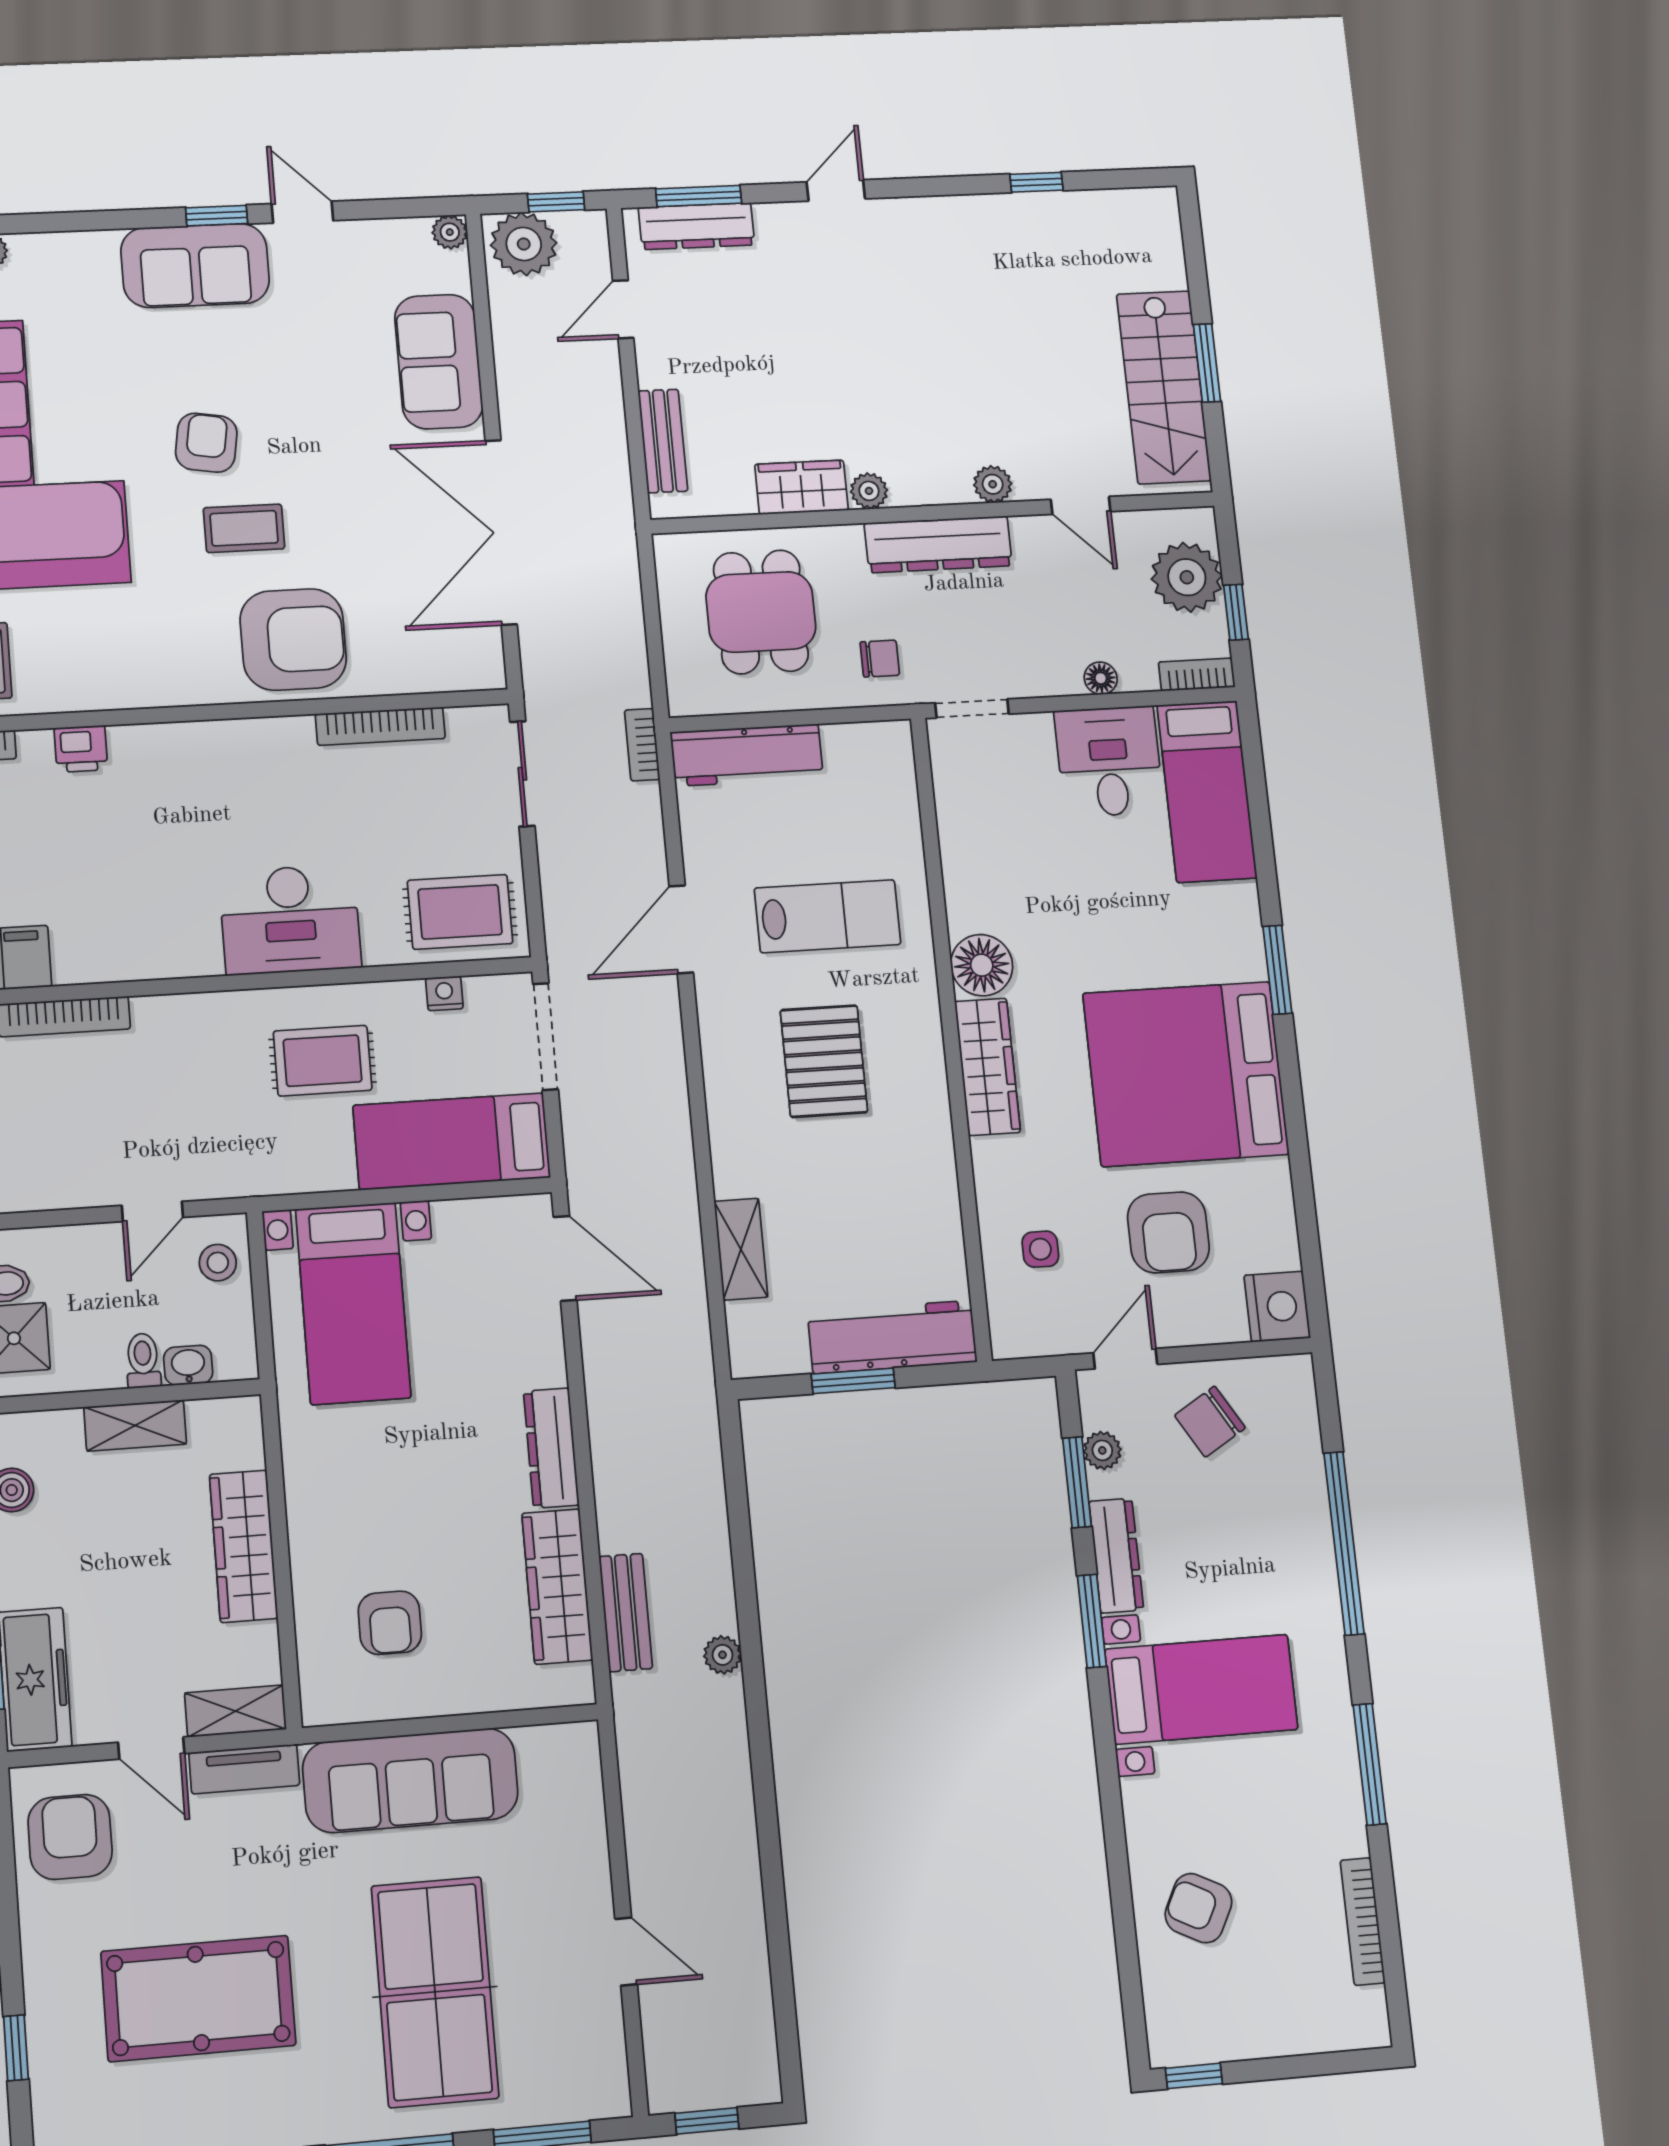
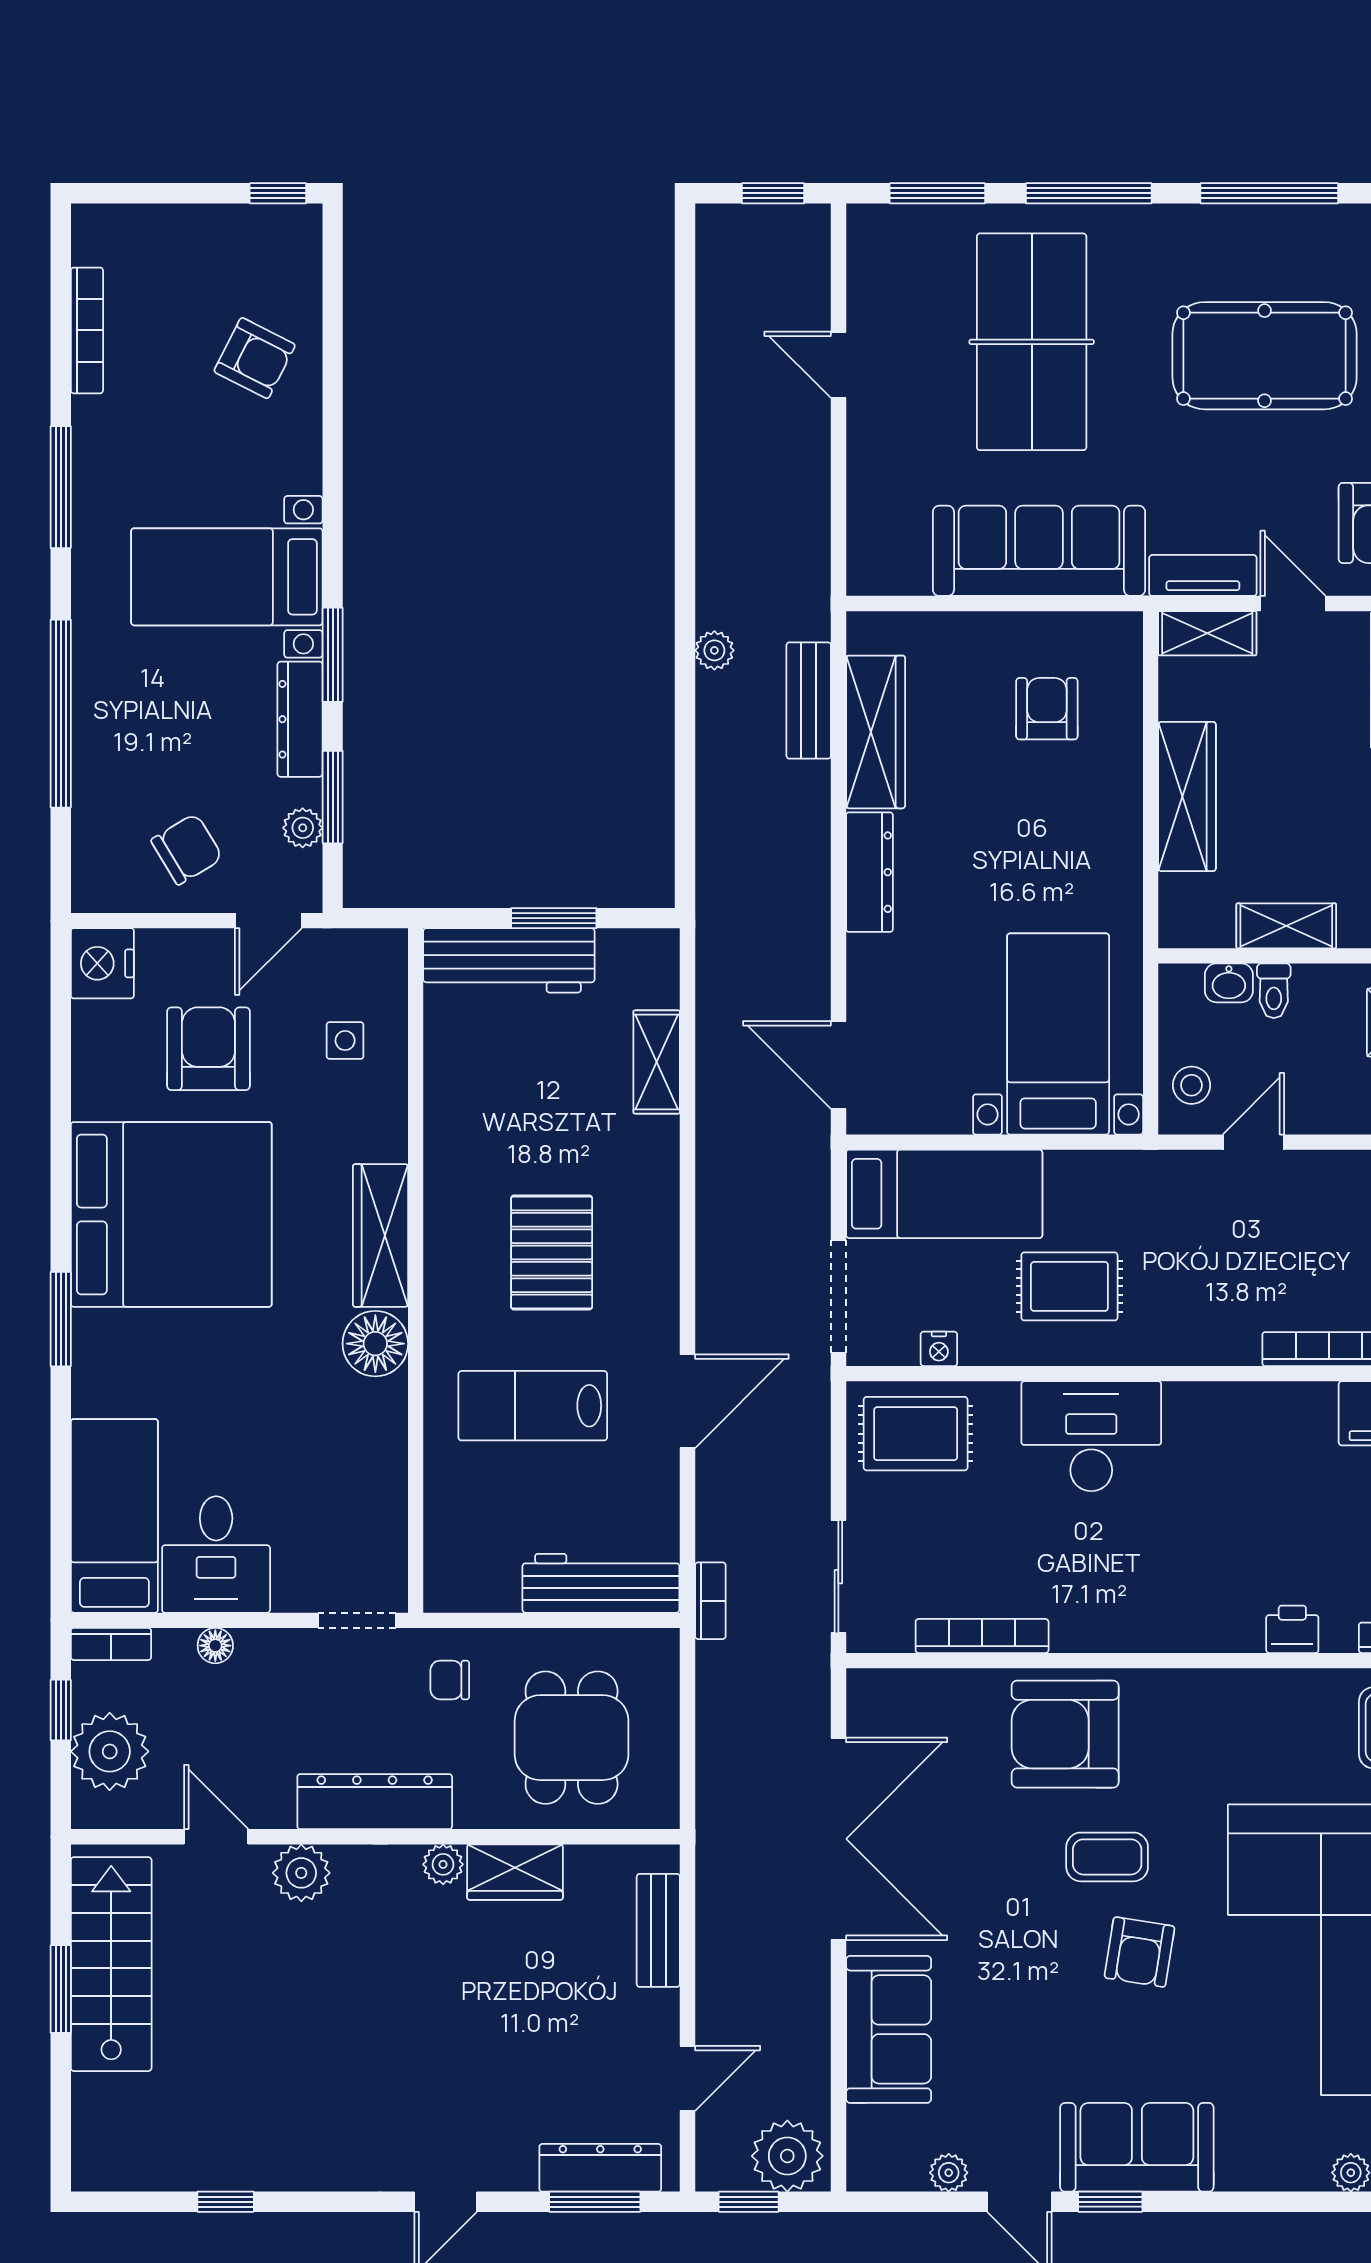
plant: (450, 232) -> (949, 2173), moved
plant: (993, 484) -> (301, 1873), width x1.38, depth x1.38

